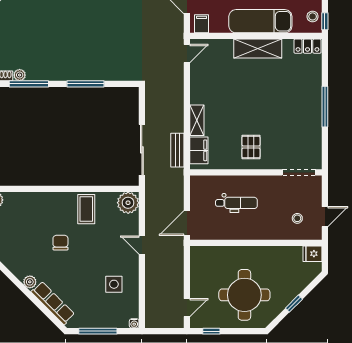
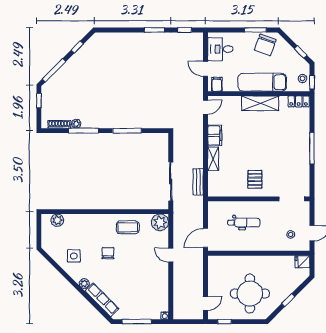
filing cabinet: (199, 150) -> (215, 135), moved
coffee table: (86, 209) -> (128, 227), turned 90
side table: (114, 284) -> (74, 256), moved

